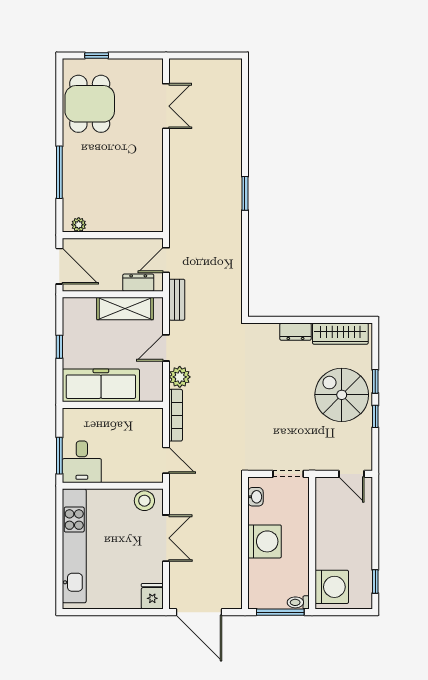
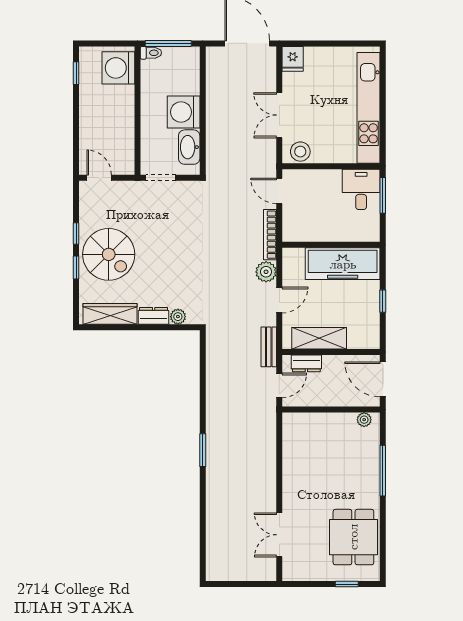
plant: (270, 331) -> (178, 317), added
washbasin: (255, 497) -> (189, 147), width x1.91, depth x1.45

